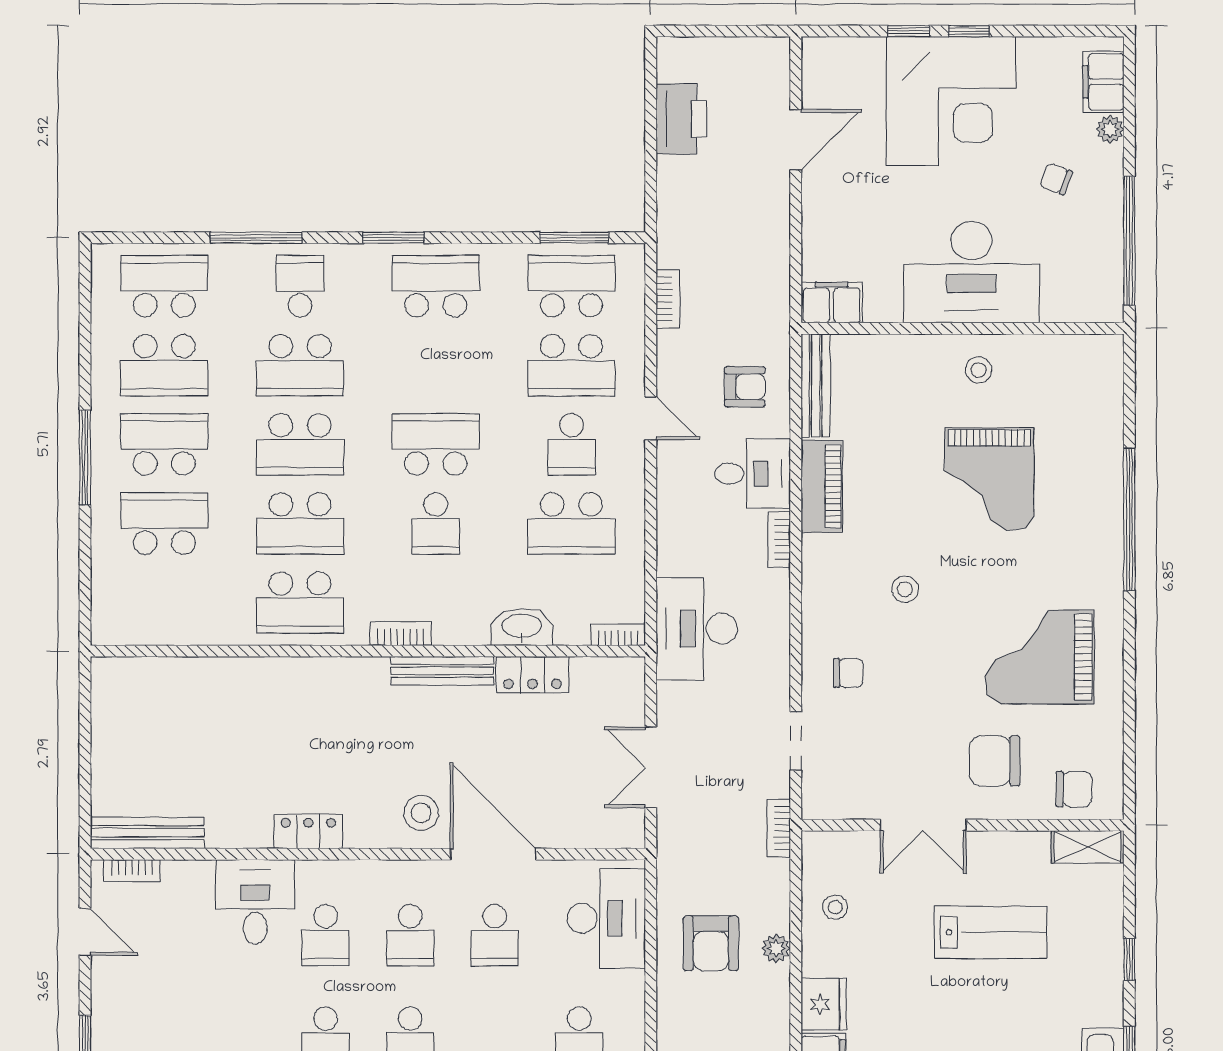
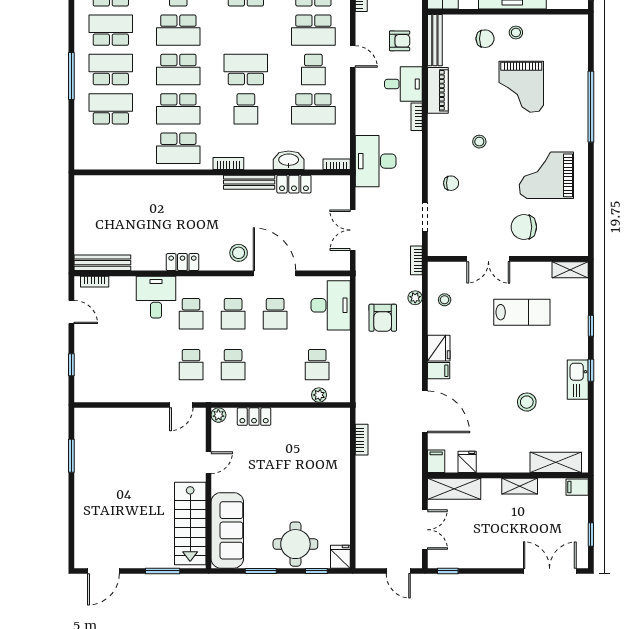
school desk: (164, 365) -> (111, 30), turned 180
chair: (1074, 789) -> (485, 39), moved
plant: (776, 948) -> (415, 298), moved

